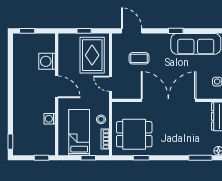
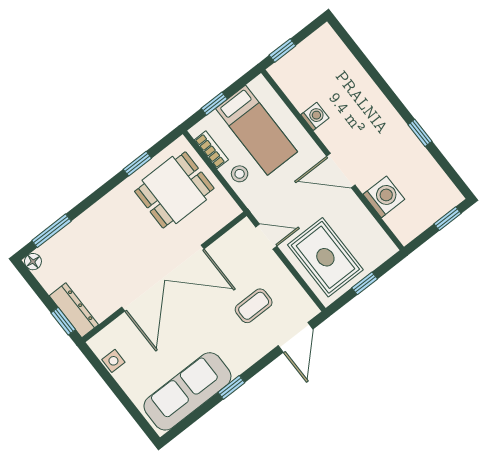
door: (132, 31) -> (296, 337), hinge flipped
window: (10, 142) -> (420, 133), moved

